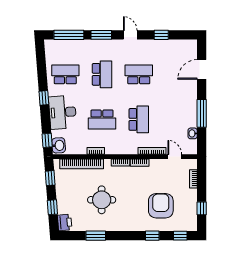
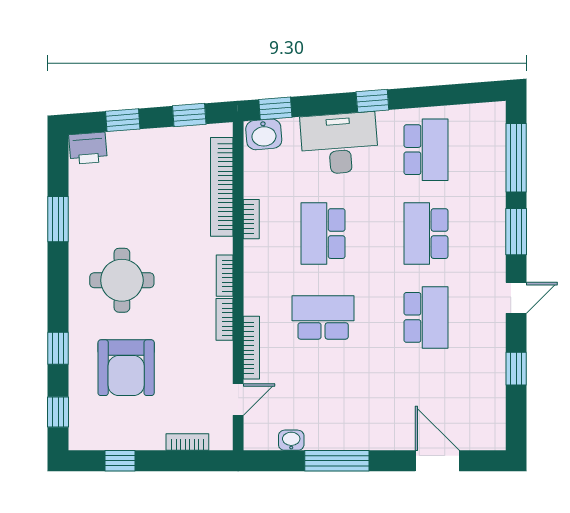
school desk: (102, 74) -> (426, 234), turned 90
school desk: (139, 119) -> (323, 317), turned 180
round table: (102, 200) -> (122, 280), moved
armchair: (161, 206) -> (126, 368), turned 90

